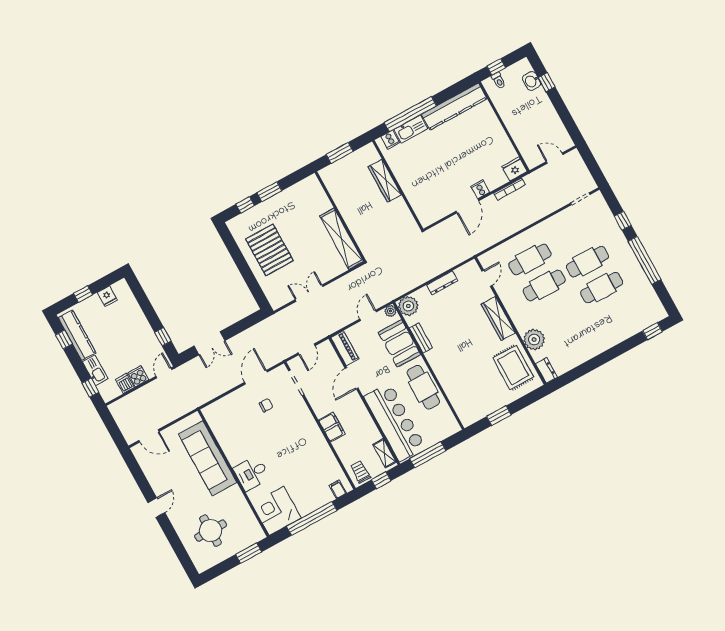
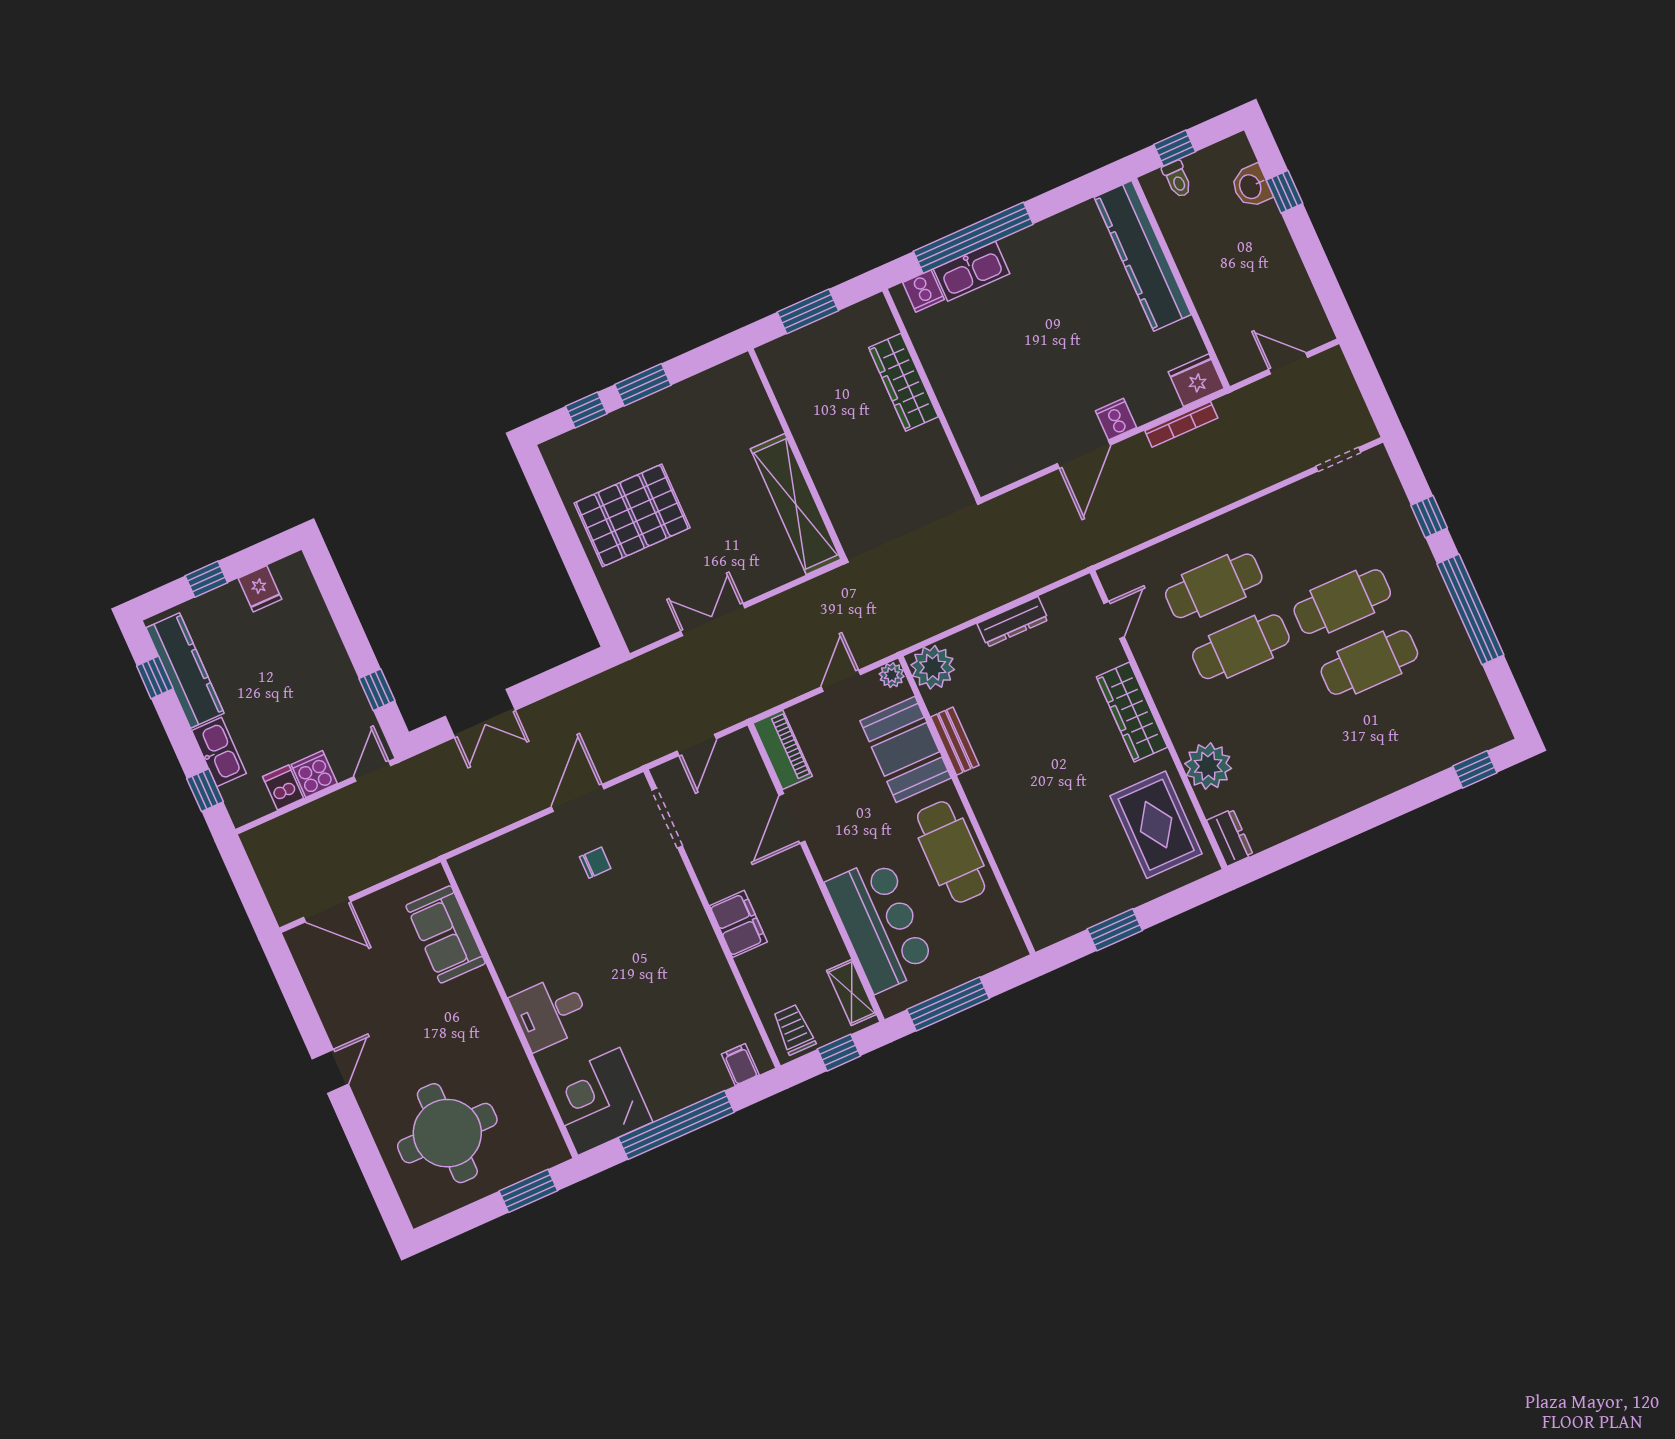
kitchen counter: (454, 107) -> (1143, 256), moved, turned 90
pallet: (269, 250) -> (632, 515), turned 90
bar counter: (395, 422) -> (880, 925), width x0.73
sofa: (208, 458) -> (446, 934), width x0.54, depth x0.79
round table: (211, 531) -> (447, 1133), width x1.36, depth x1.36

